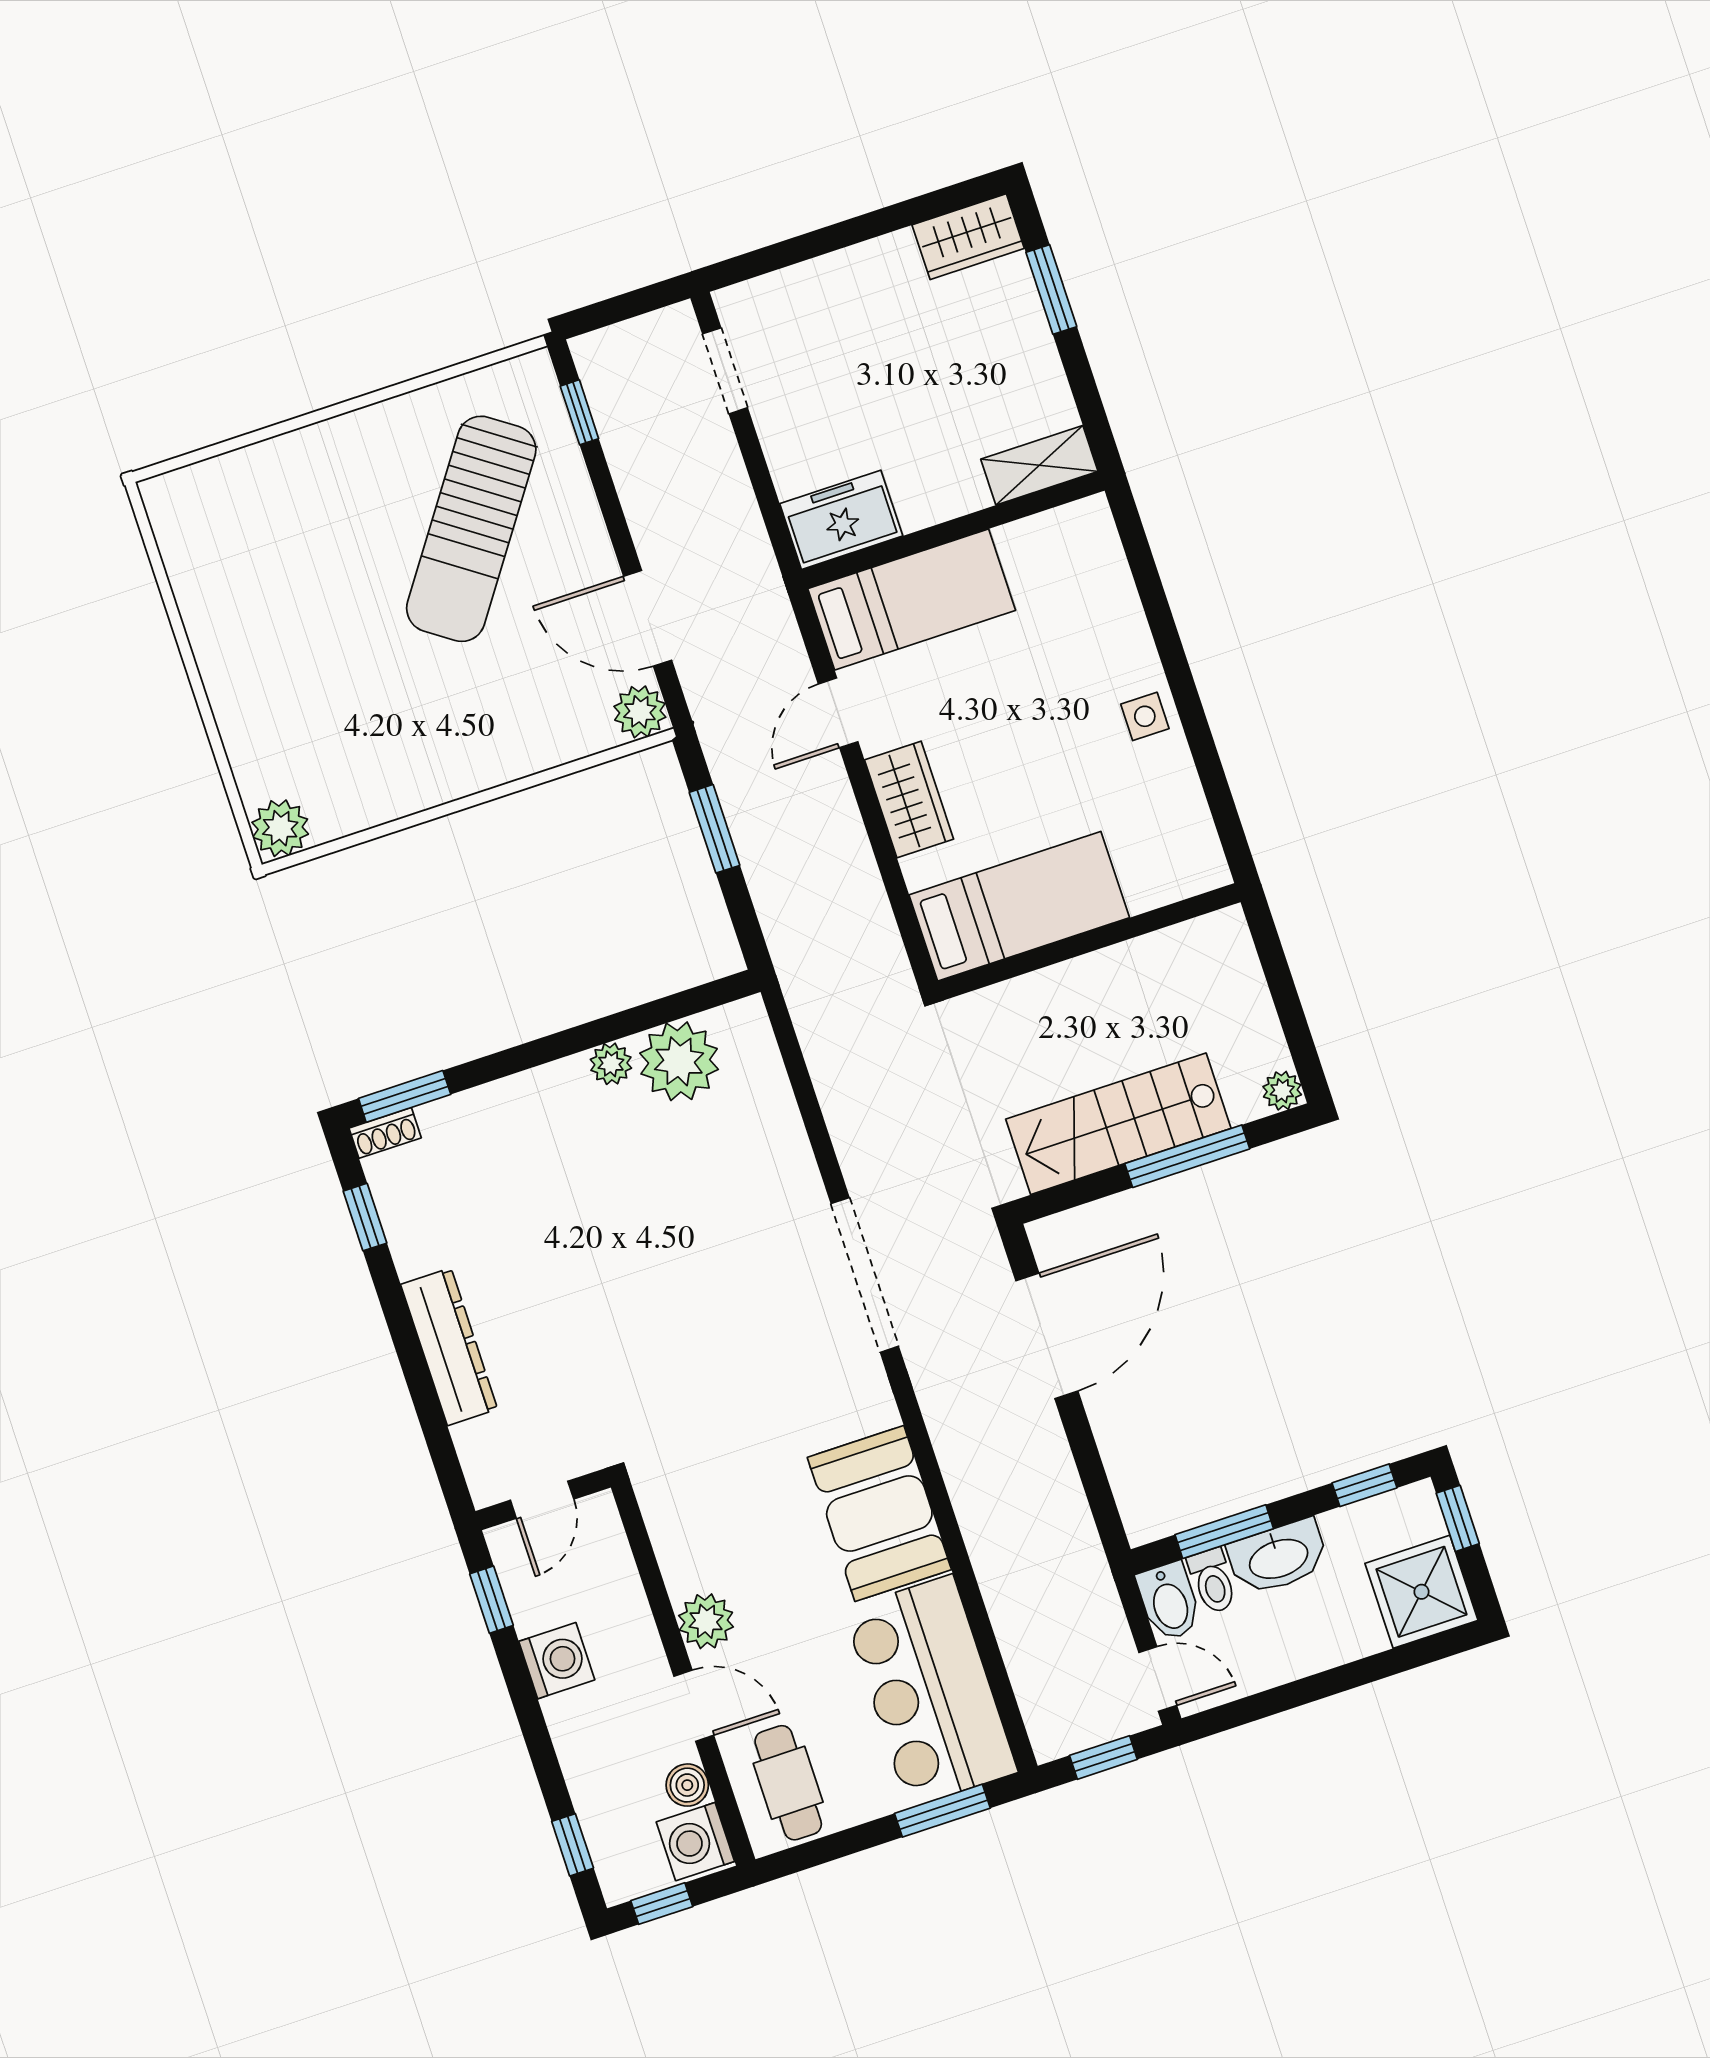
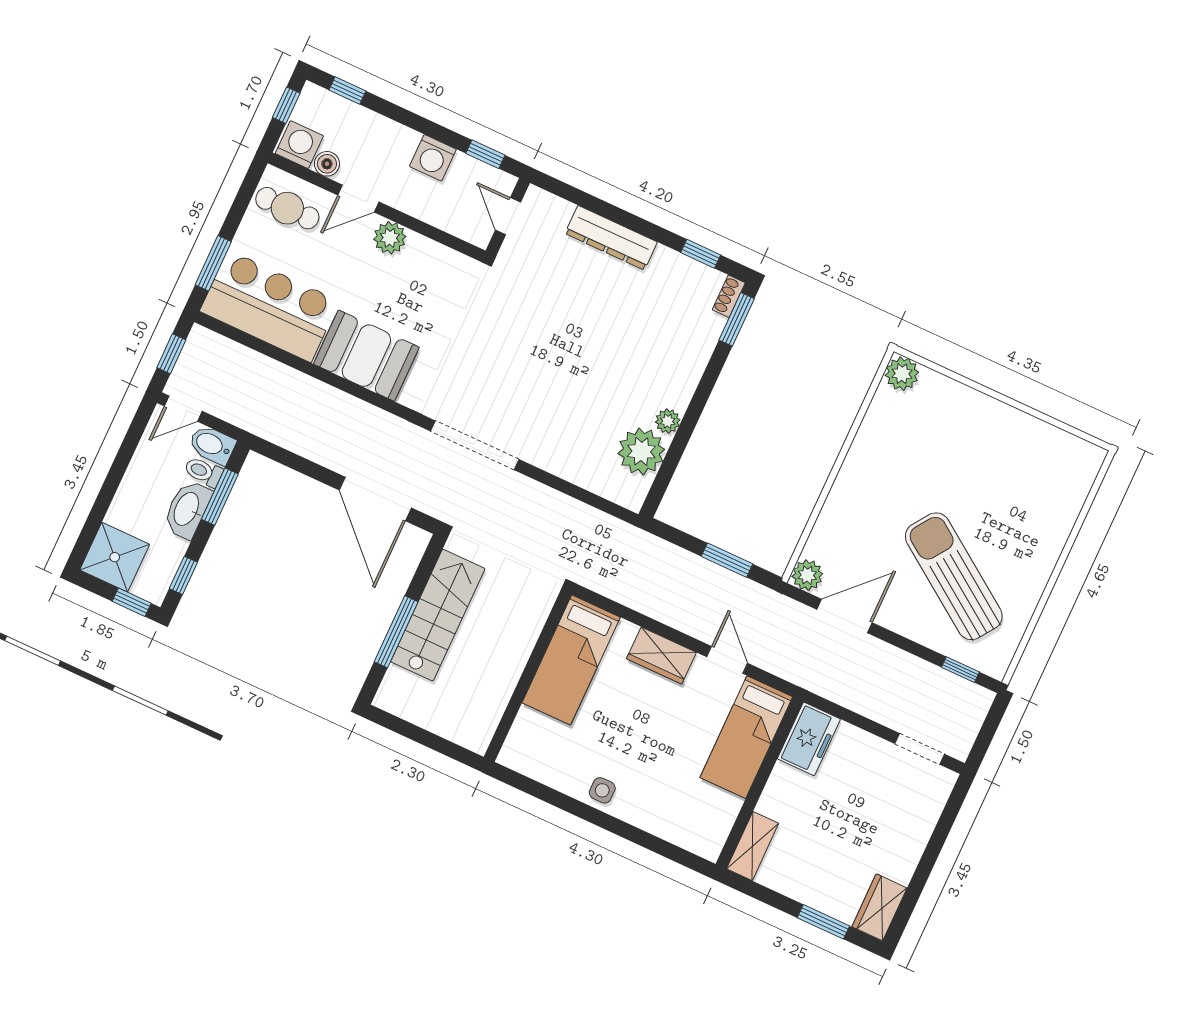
plant: (1282, 1091) -> (386, 699), removed

